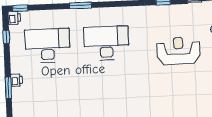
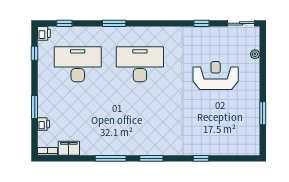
window: (20, 8) -> (64, 23), moved
printer: (16, 80) -> (43, 124), moved

